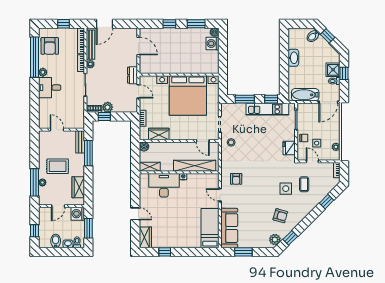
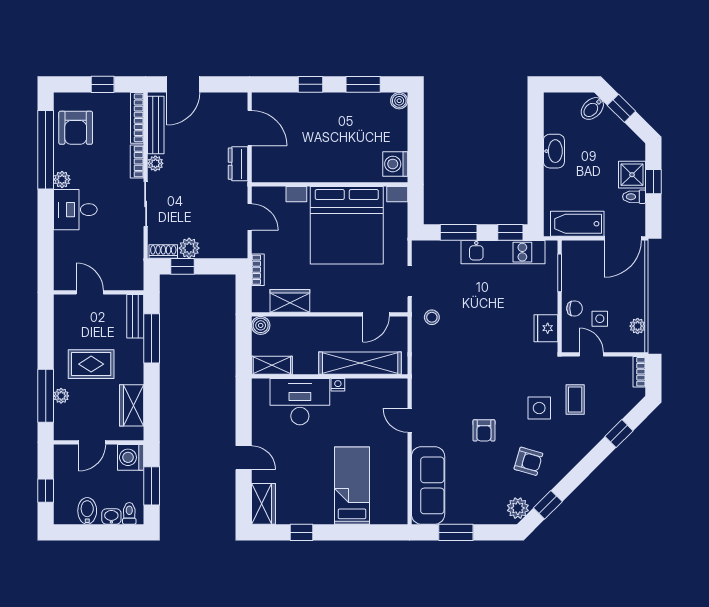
washing machine: (212, 43) -> (395, 164), moved
dresser: (132, 75) -> (238, 164), moved
door: (203, 141) -> (376, 314), hinge flipped
armchair: (236, 179) -> (484, 430), moved
bed: (210, 228) -> (352, 486), moved

